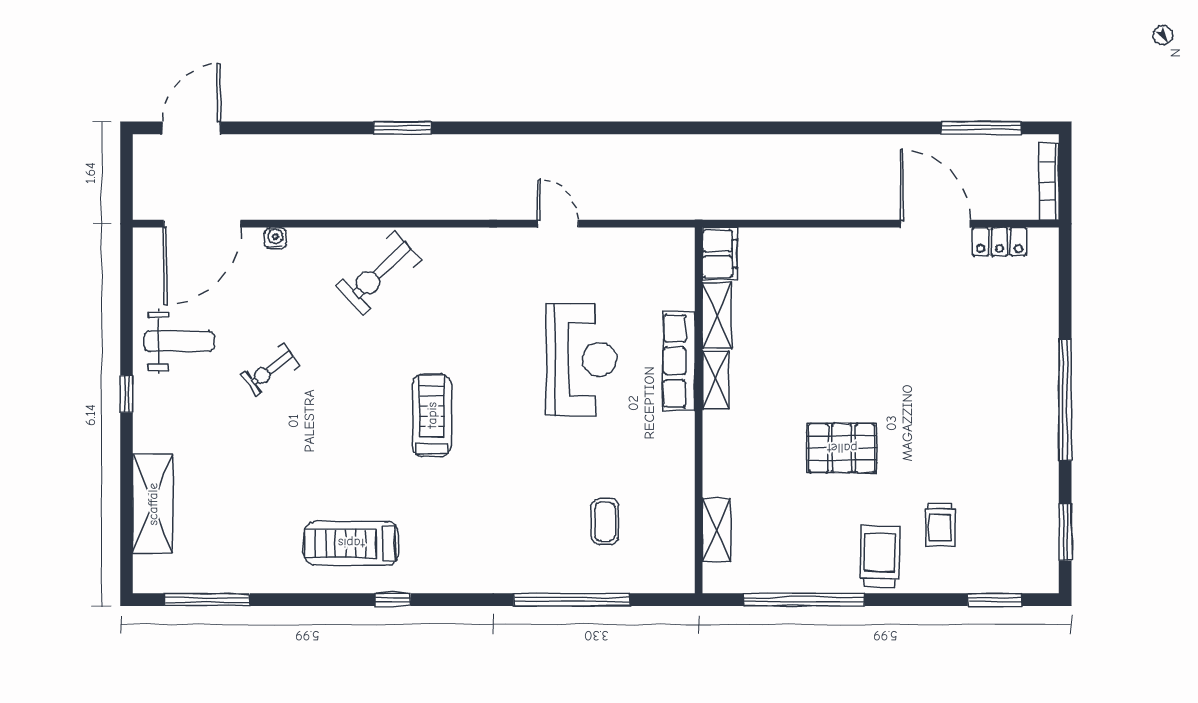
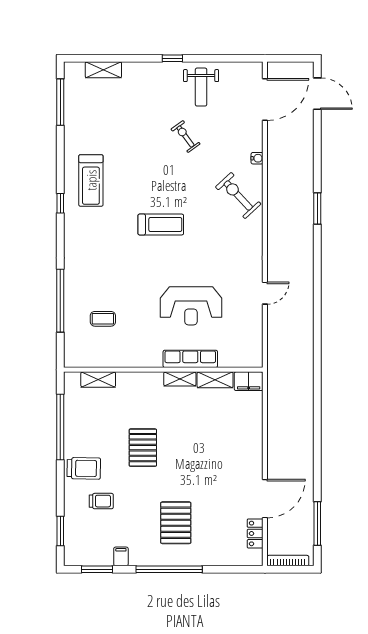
door: (202, 224) -> (265, 99), swing flipped
water cooler: (275, 238) -> (257, 158), moved
pallet: (980, 387) -> (176, 523), added
filing cabinet: (1042, 488) -> (121, 556), added
shelving: (153, 504) -> (103, 70), width x0.67, depth x0.75
trolley: (940, 524) -> (101, 501), turned 180
treadmill: (351, 543) -> (91, 180), turned 180

